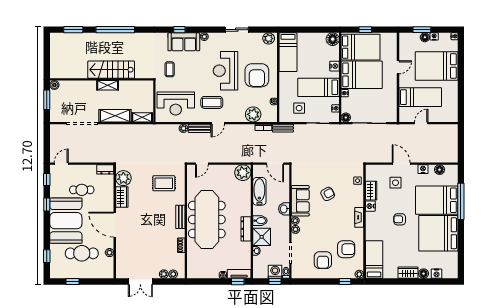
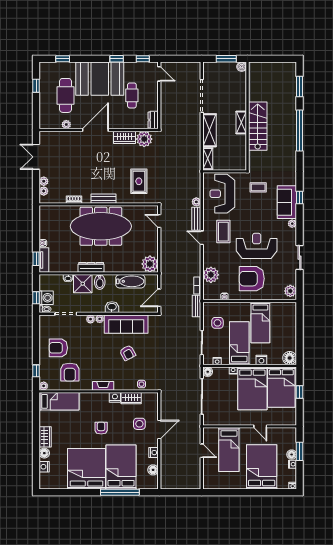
bed: (288, 52) -> (260, 322), moved, turned -90
sofa: (300, 201) -> (126, 324), width x1.36

